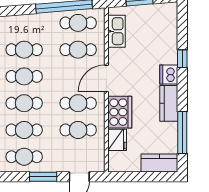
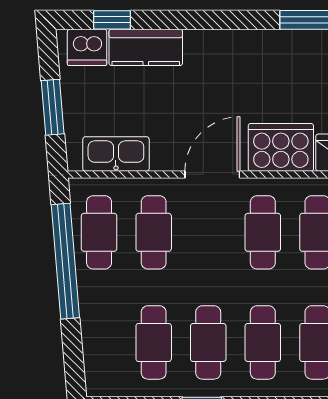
window: (182, 59) -> (112, 20), moved
dishwasher: (169, 75) -> (87, 47), moved
door: (106, 78) -> (212, 174), swing flipped
kitchen counter: (169, 103) -> (146, 47), moved

